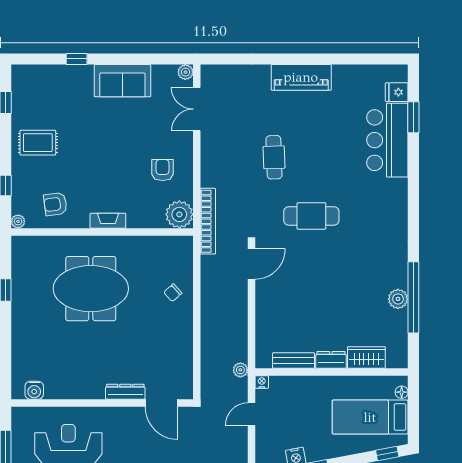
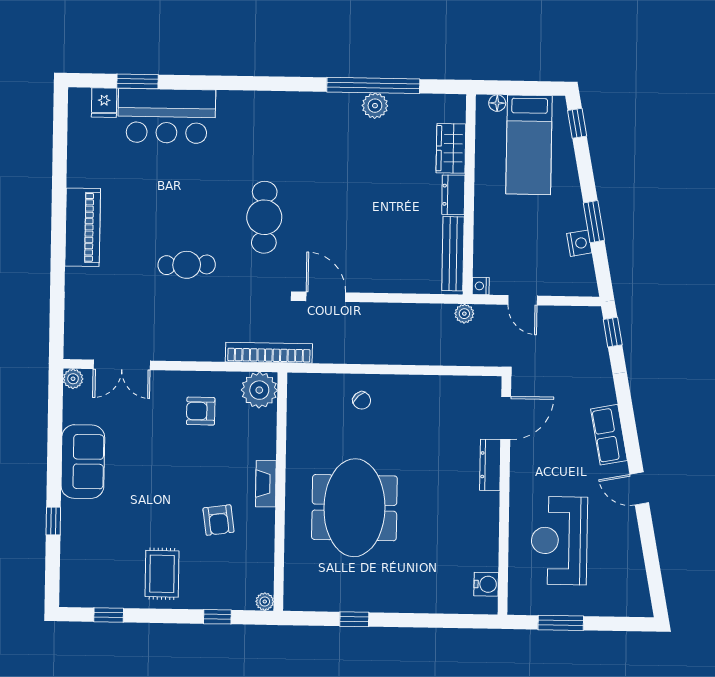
armchair: (55, 204) -> (218, 520), moved
bench: (294, 360) -> (453, 254), width x1.36

